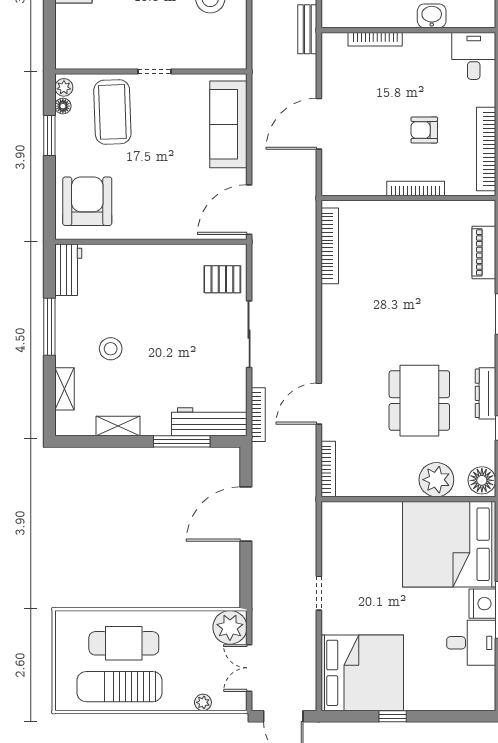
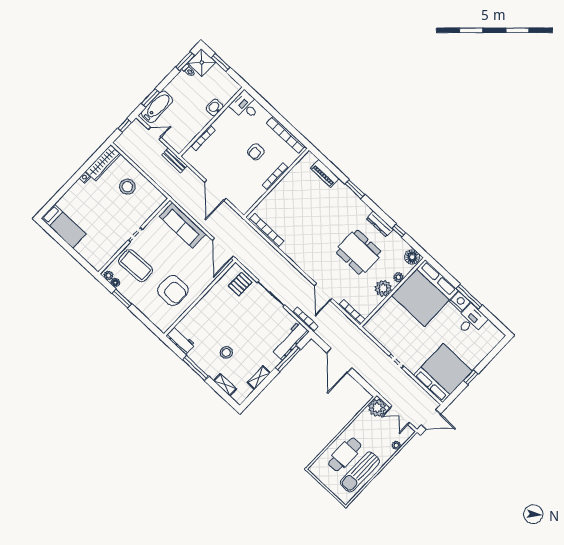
armchair: (87, 201) -> (173, 290), moved, turned 180
plant: (436, 480) -> (398, 277), width x0.53, depth x0.53
plant: (402, 481) -> (383, 288), added

